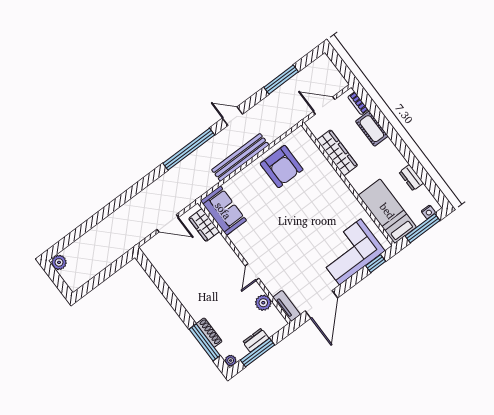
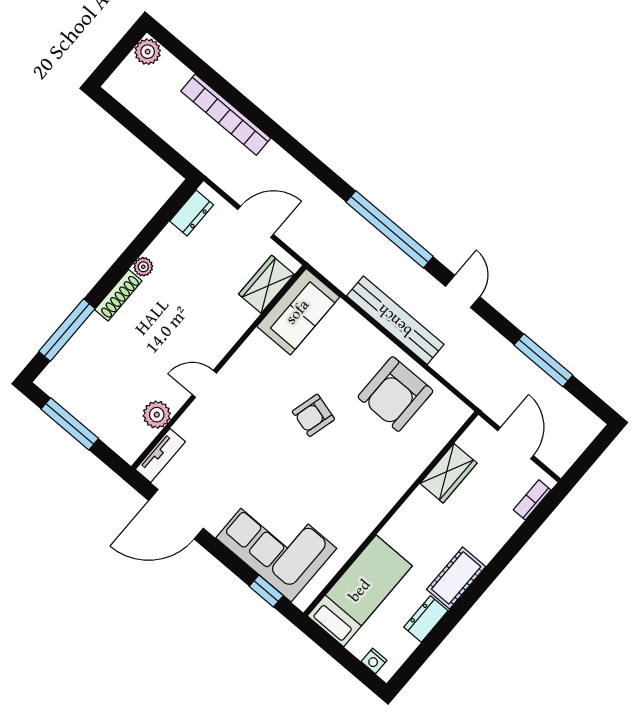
cot: (372, 129) -> (456, 578), moved
wardrobe: (337, 153) -> (449, 473), width x0.67
armchair: (283, 215) -> (313, 415), added
door: (168, 223) -> (256, 222), swing flipped
bookcase: (104, 227) -> (226, 115), added
window: (423, 228) -> (344, 657), removed
shoe rack: (209, 333) -> (118, 295), moved
dresser: (256, 340) -> (192, 213), moved, turned 90
plant: (231, 360) -> (143, 267), moved

